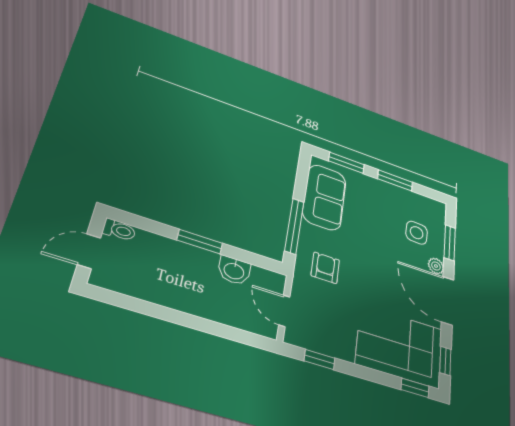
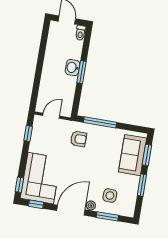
sofa: (324, 197) -> (133, 155), moved, turned 90
washbasin: (234, 270) -> (72, 68), moved

